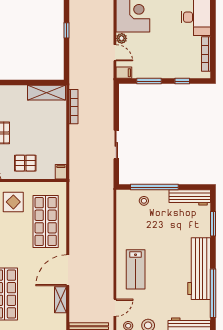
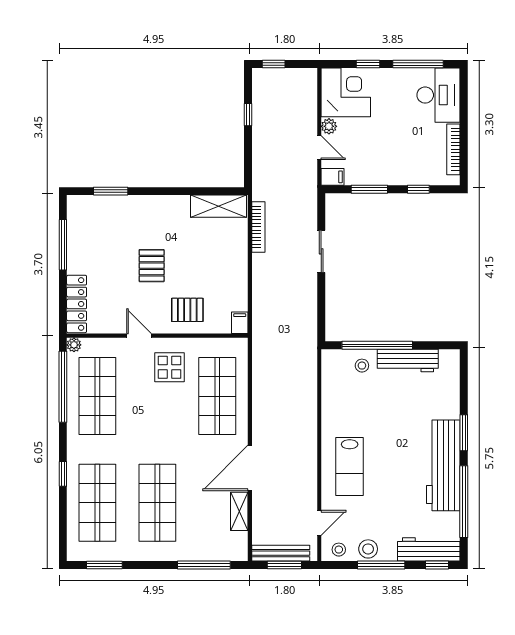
sliding door: (116, 144) -> (321, 251), moved
workbench: (190, 197) -> (408, 361), moved
window: (213, 224) -> (464, 433), moved

